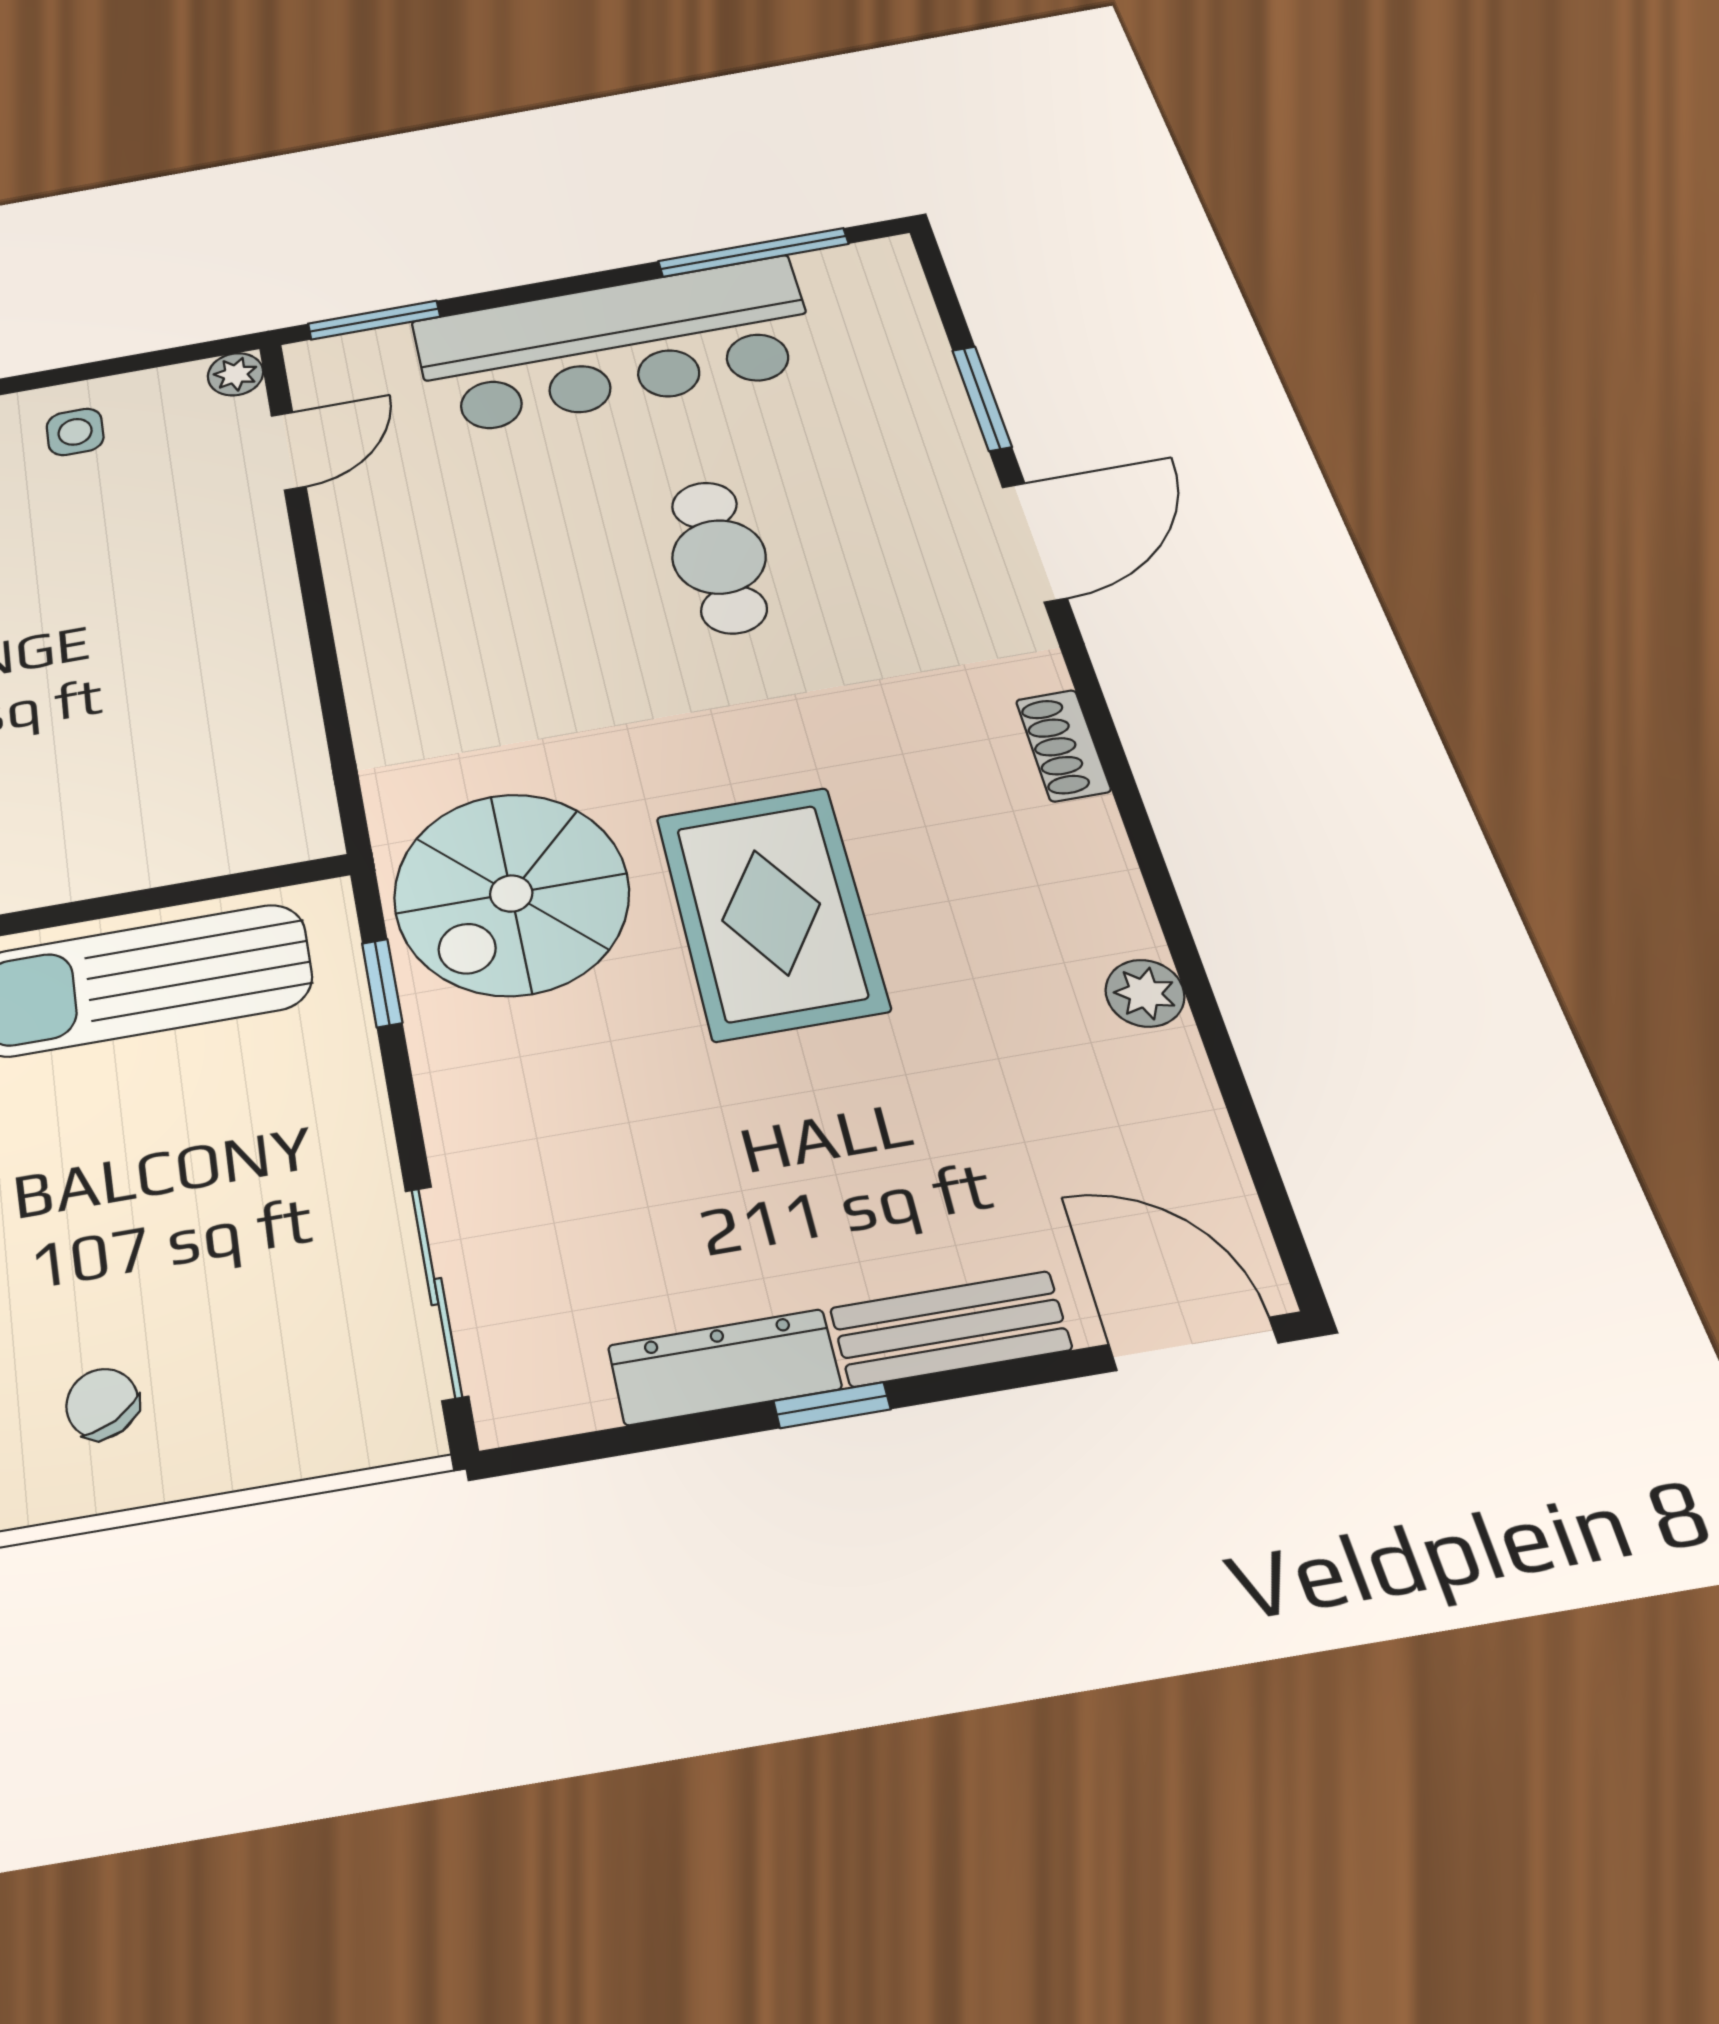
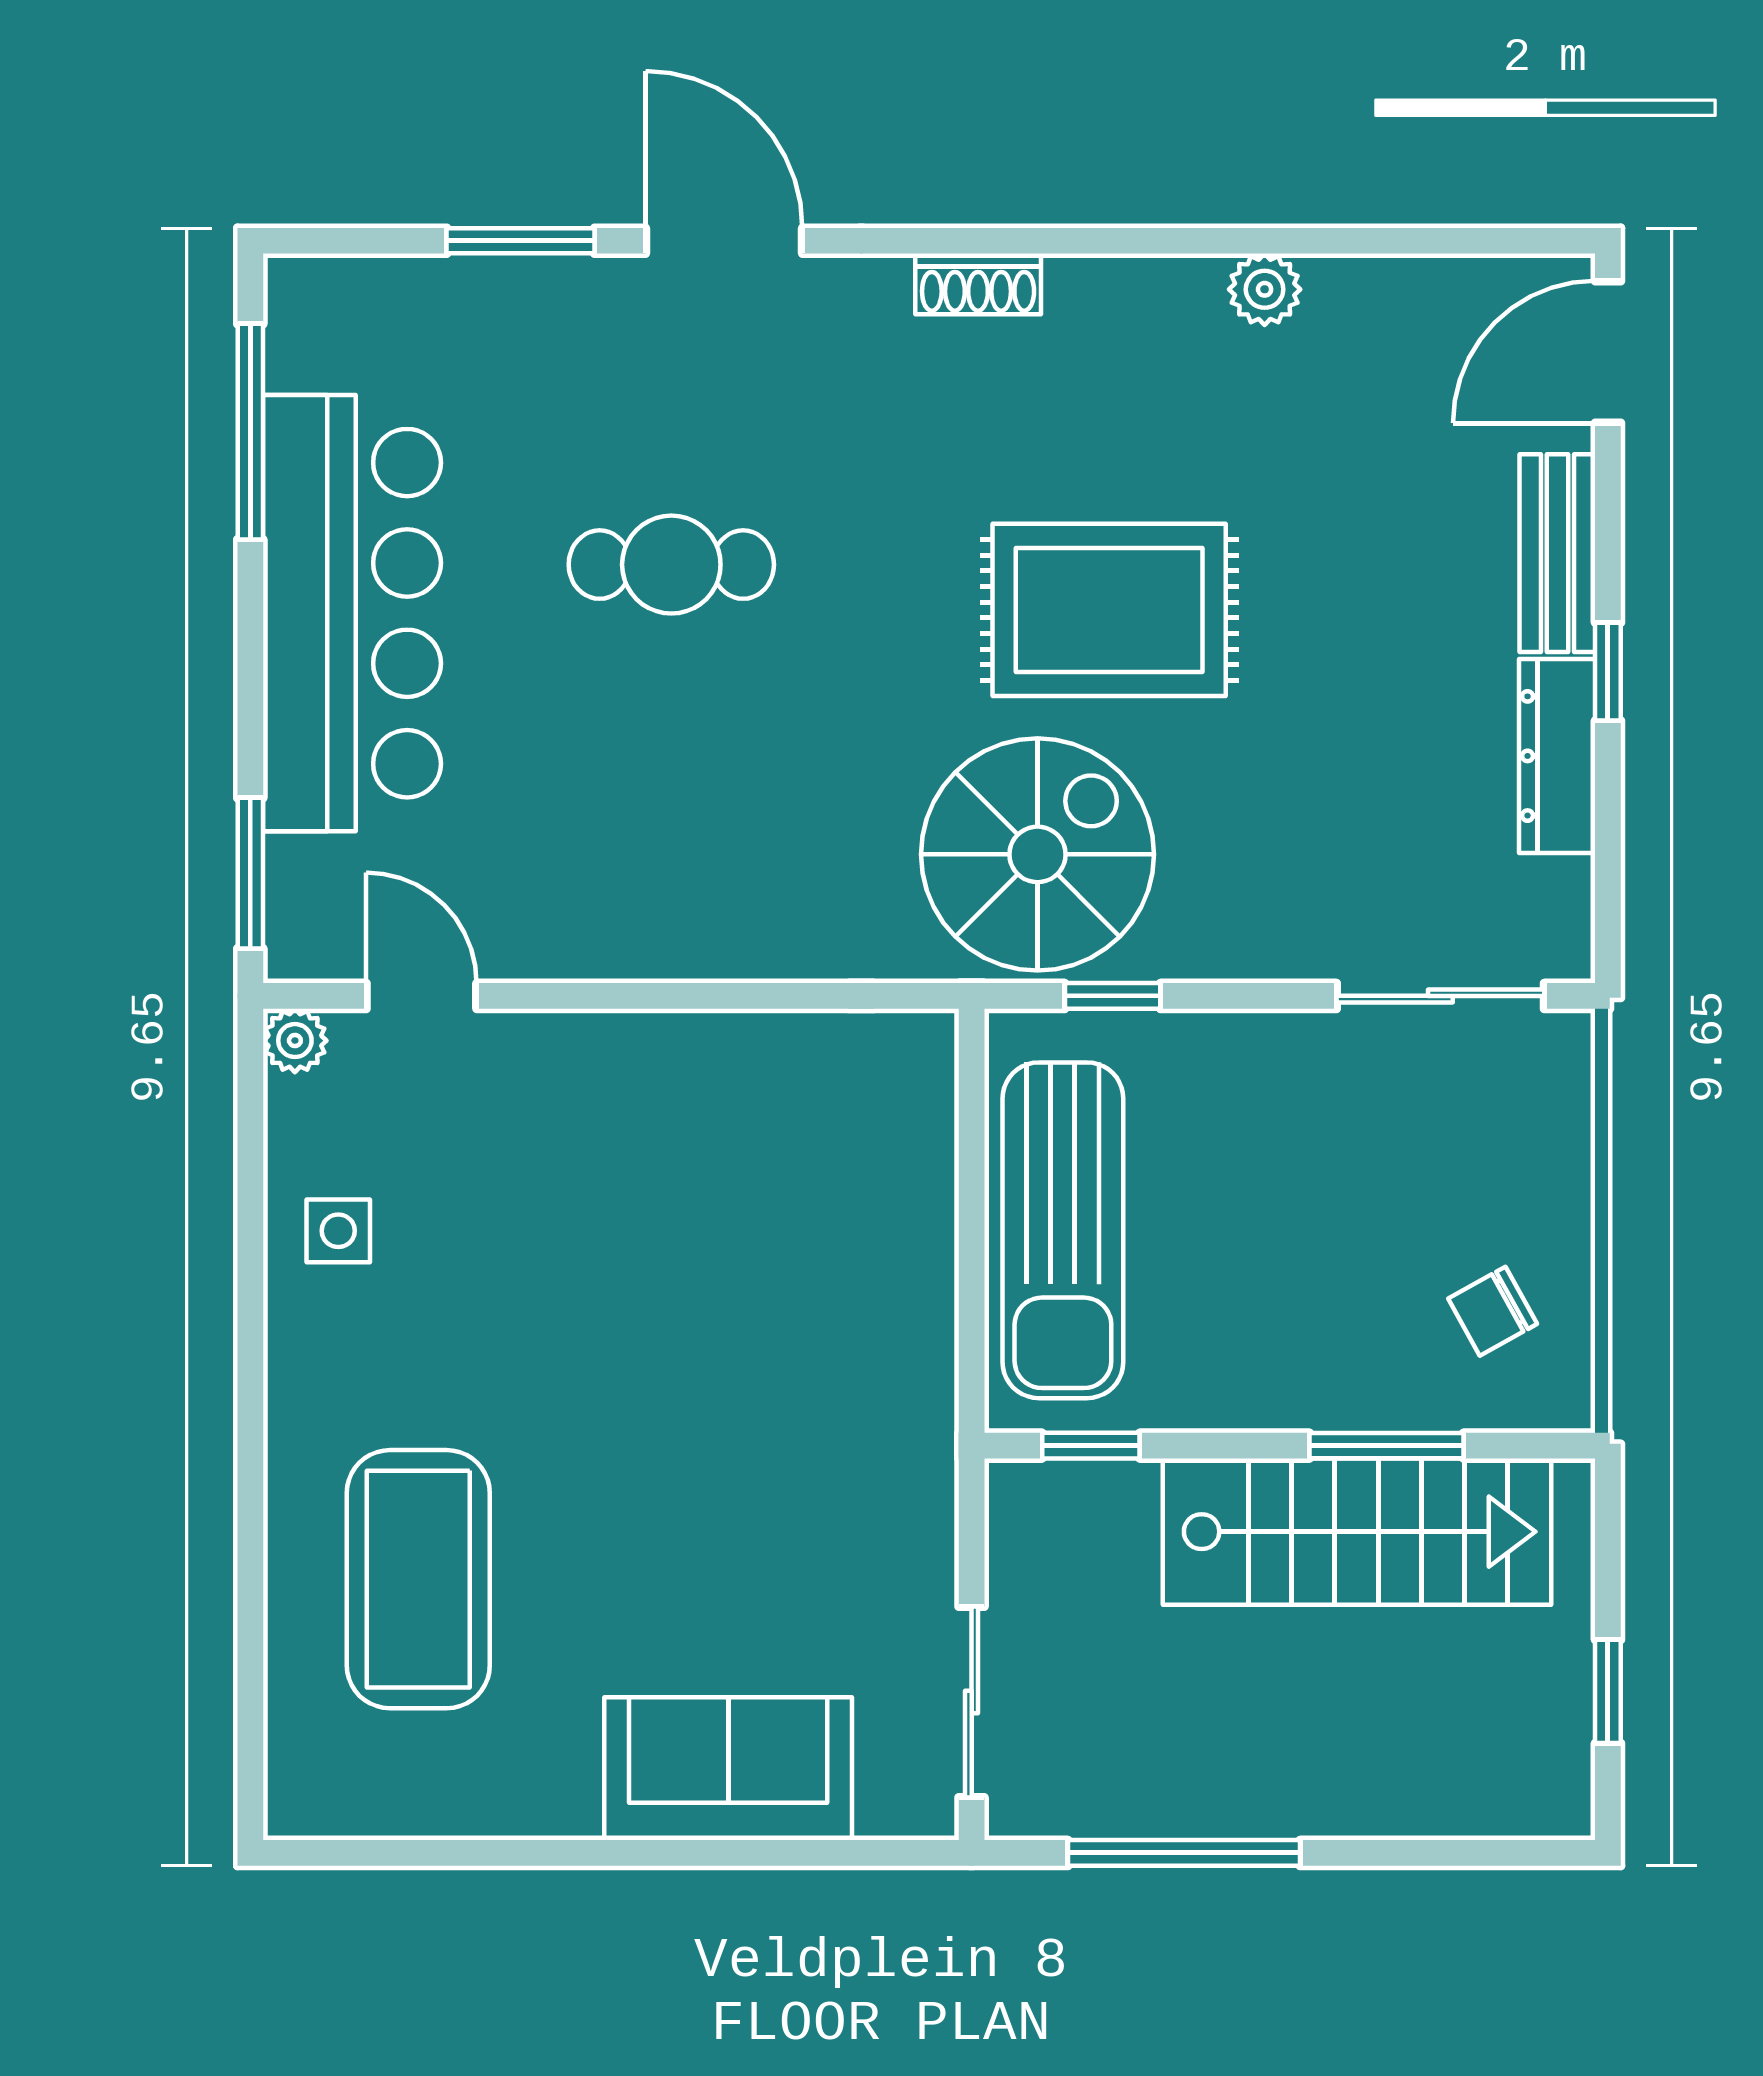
spiral stairs: (511, 893) -> (1038, 854), turned -90

